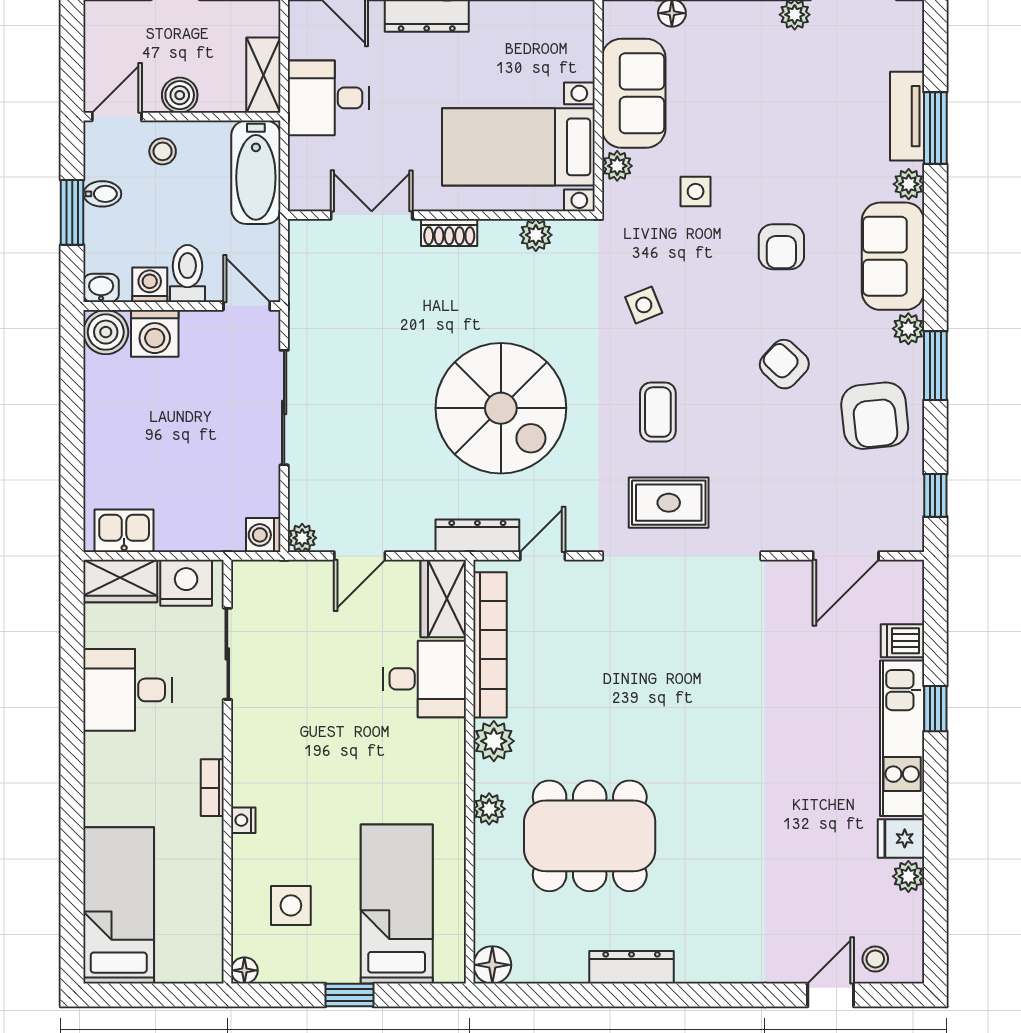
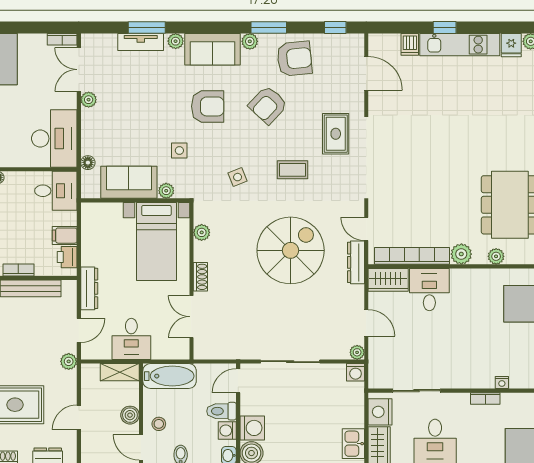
armchair: (781, 247) -> (208, 106), width x1.38, depth x1.38
armchair: (784, 364) -> (268, 105), width x1.38, depth x1.38
rug: (669, 503) -> (336, 134), moved

